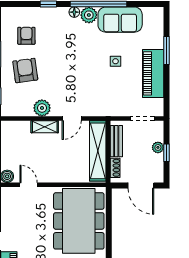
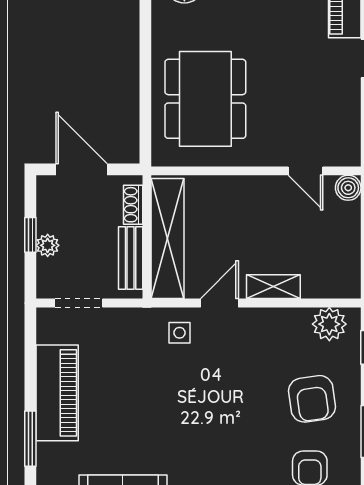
side table: (115, 61) -> (180, 333), moved
plant: (42, 108) -> (329, 324), moved
dining table: (79, 221) -> (205, 99), width x0.73, depth x0.80

